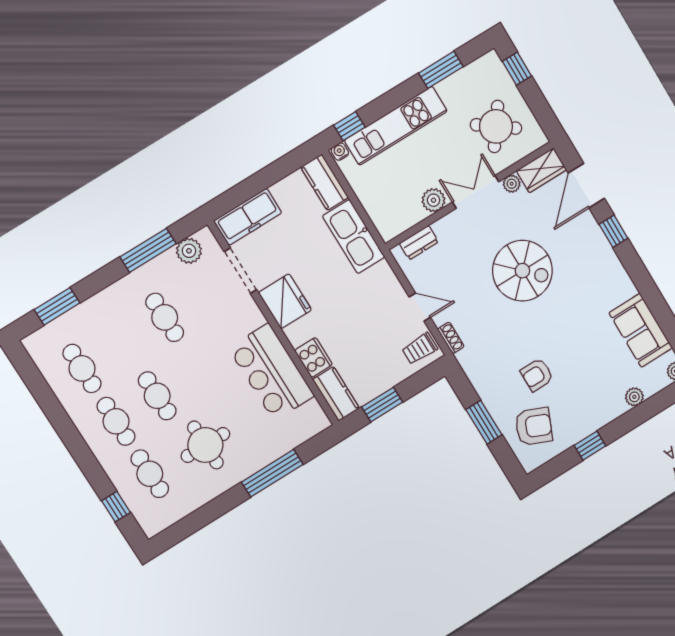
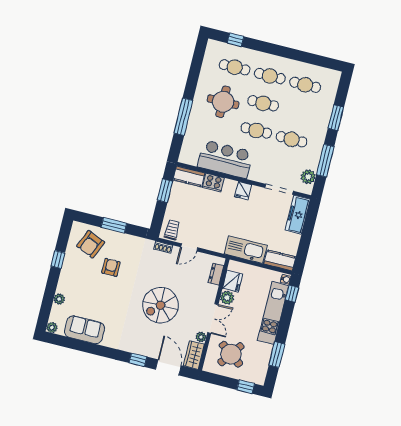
fridge: (407, 214) -> (232, 281), added
fridge: (285, 301) -> (243, 191), width x0.53, depth x0.75
window: (57, 306) -> (336, 118), moved
cafe table: (198, 370) -> (256, 130), added

